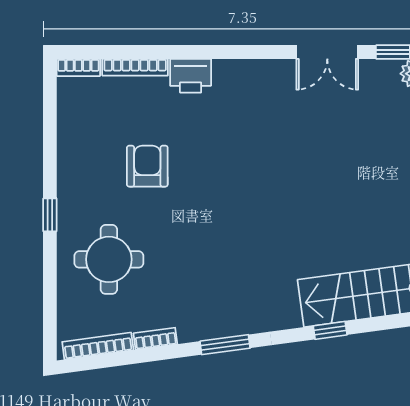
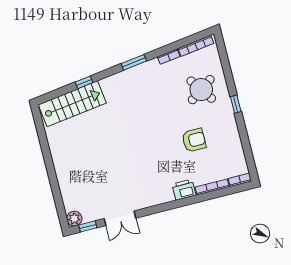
double door: (327, 52) -> (120, 218), swing flipped
armchair: (147, 166) -> (194, 140), turned -90
round table: (109, 259) -> (201, 90), turned -35

